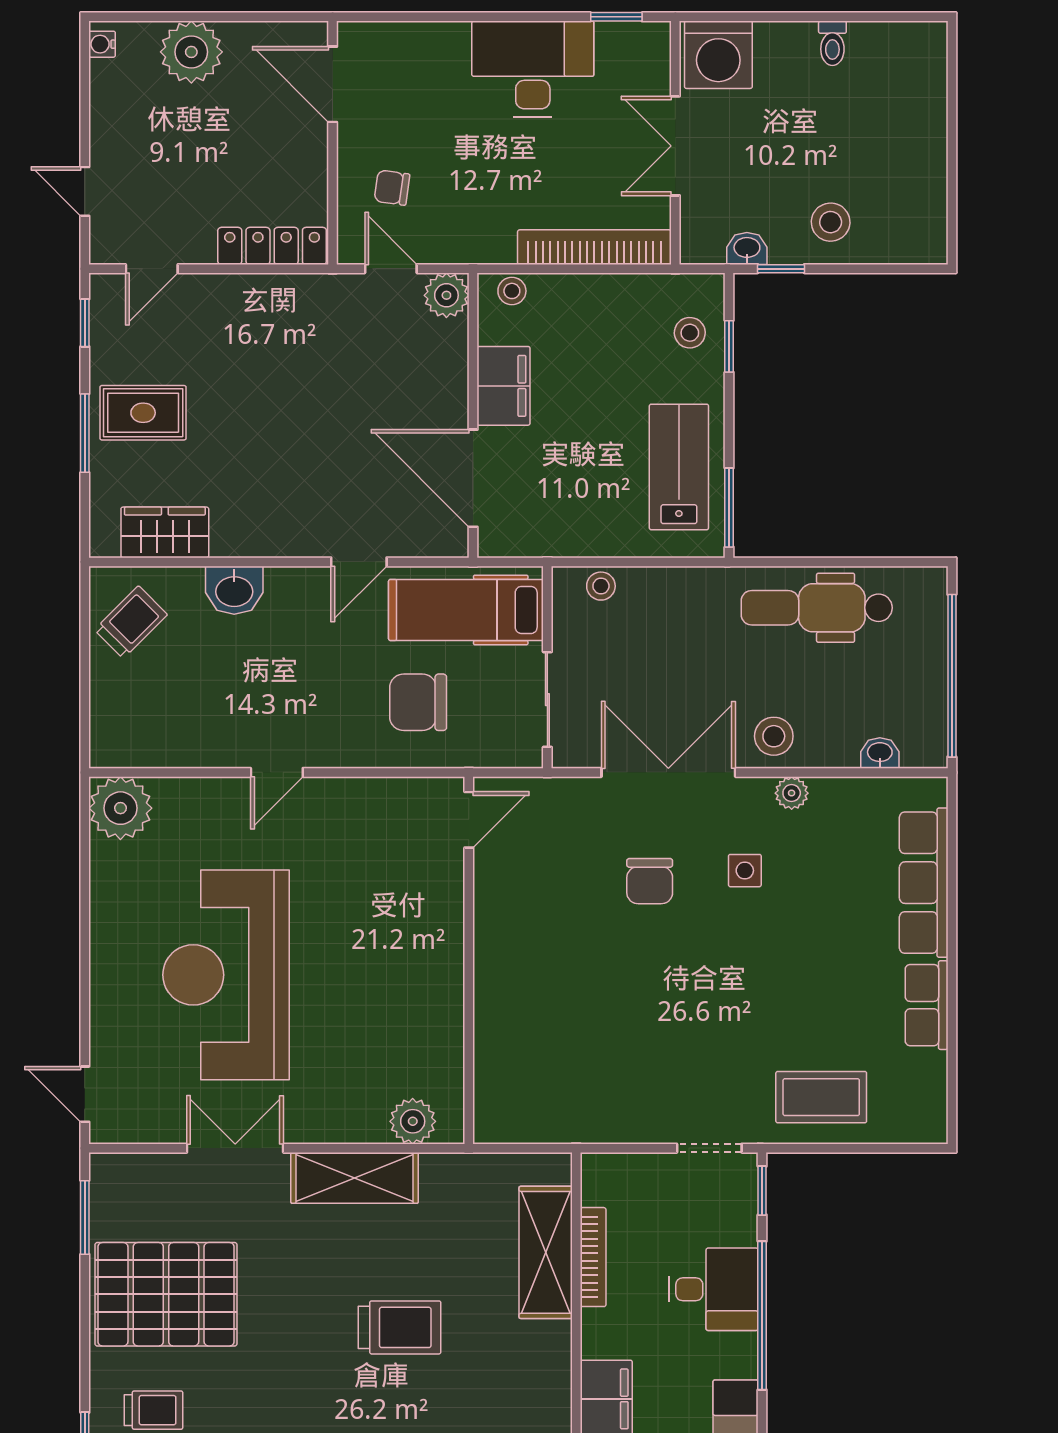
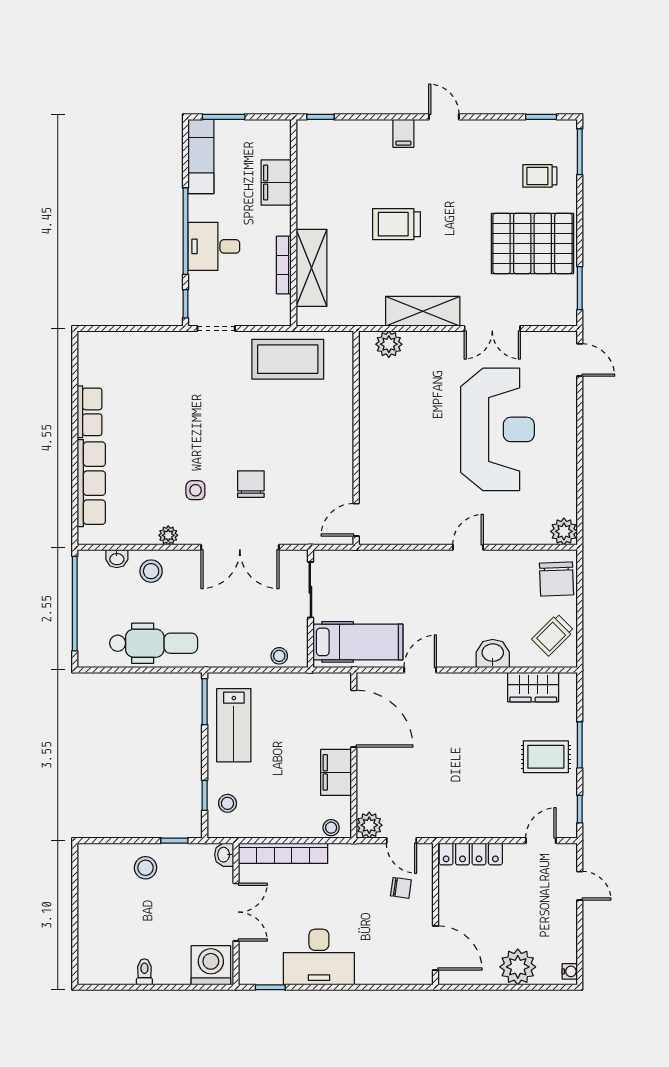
washbasin: (747, 248) -> (224, 855), moved, turned 90
chair: (418, 702) -> (557, 579), moved, turned 88
stool: (774, 736) -> (151, 571), moved
plant: (120, 808) -> (564, 531), width x0.73, depth x0.73
coffee table: (821, 1097) -> (288, 359), moved, width x1.36, depth x1.32

